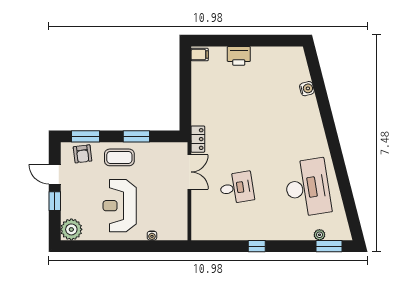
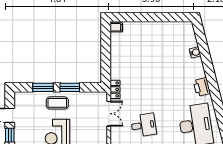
printer: (239, 56) -> (202, 87), moved, turned 76
window: (86, 136) -> (43, 87), moved
armchair: (83, 154) -> (30, 100), removed

